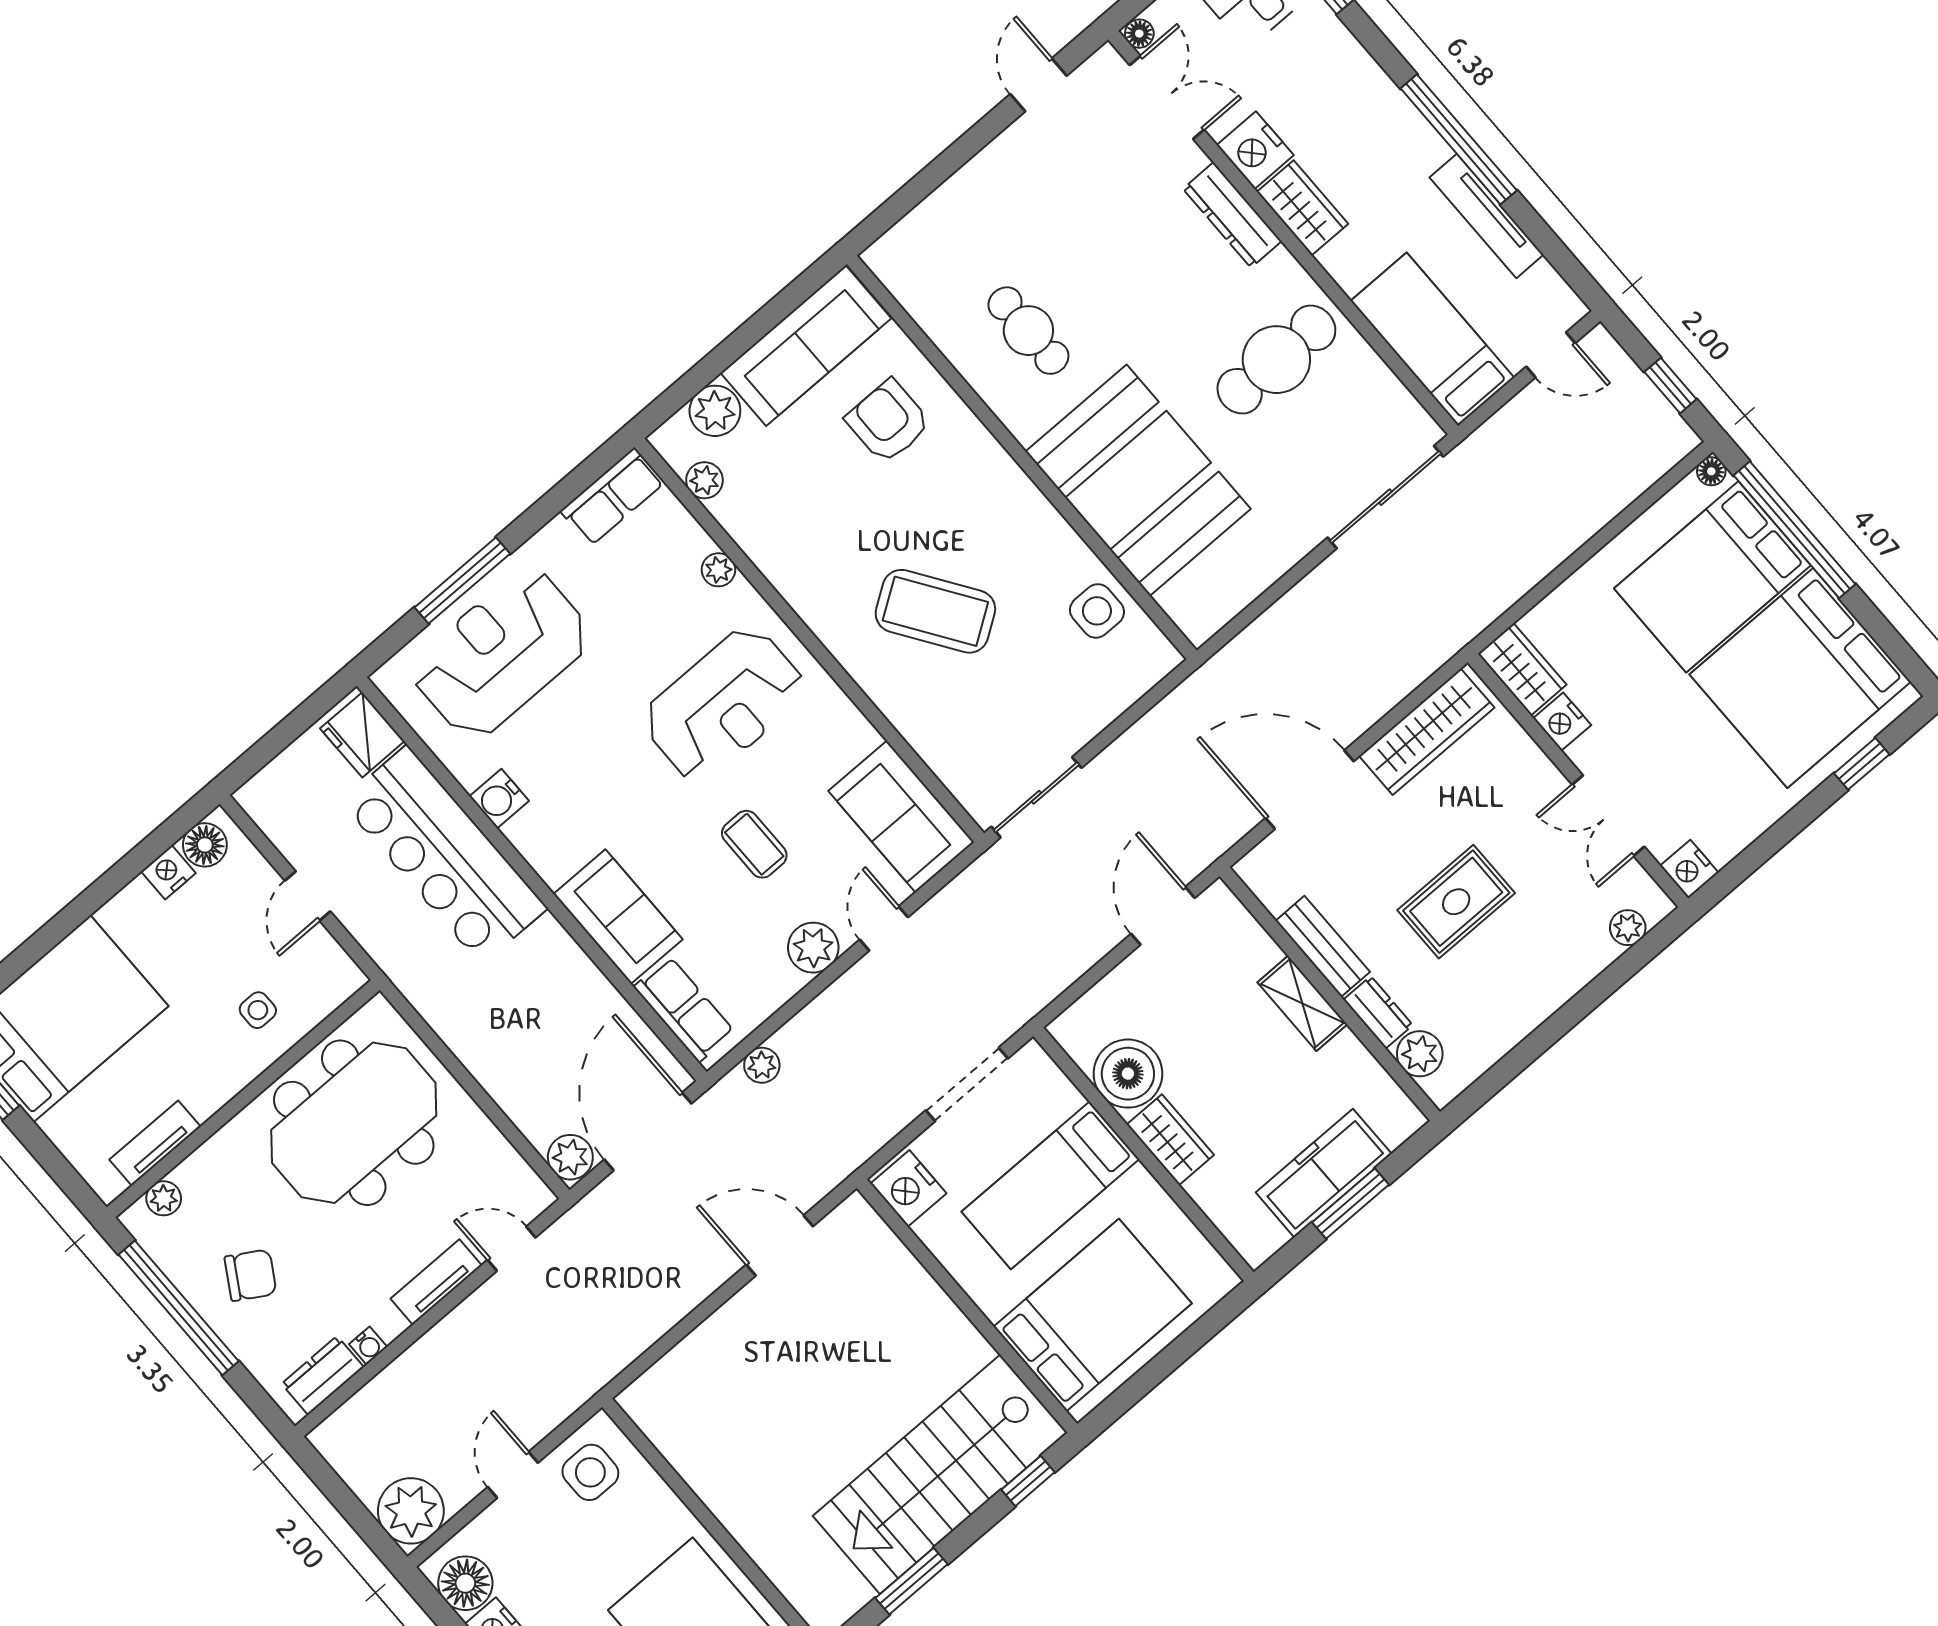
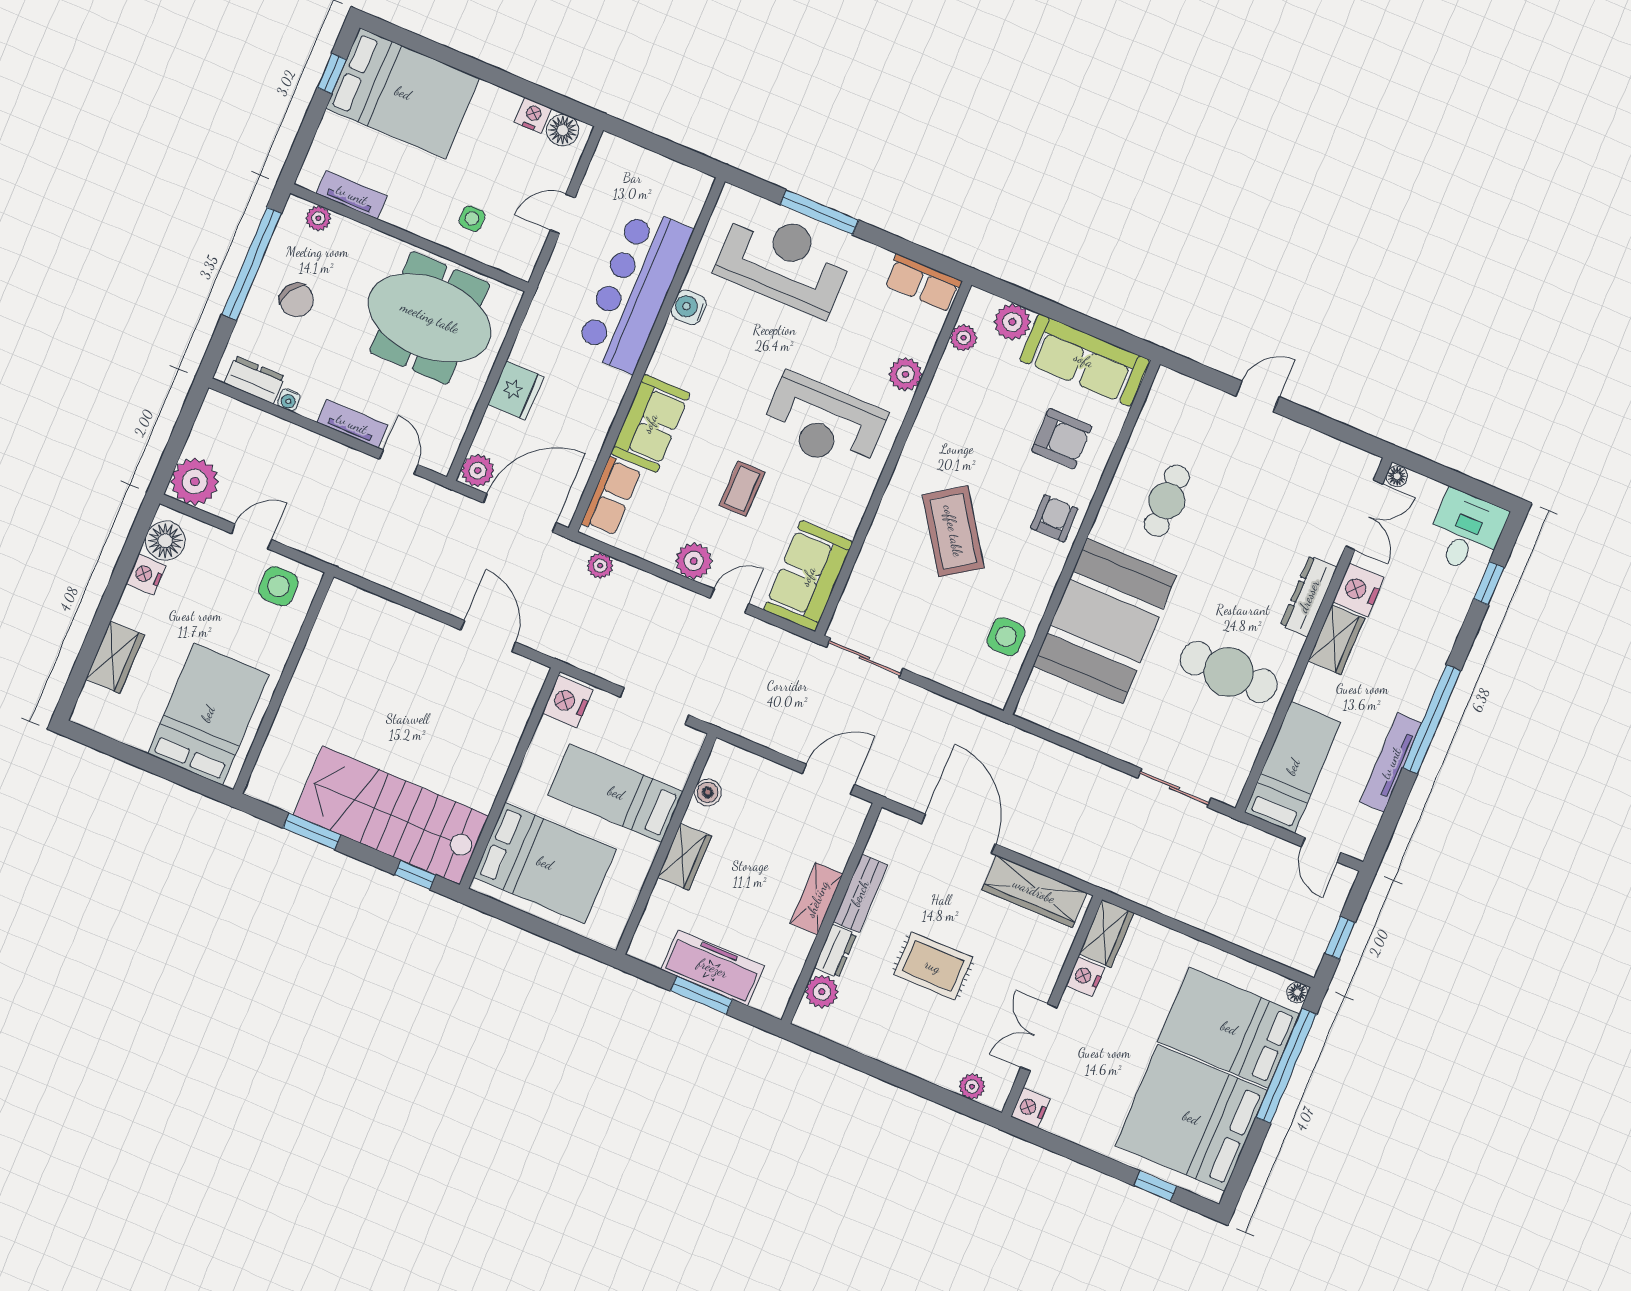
door: (1039, 85) -> (1258, 397), moved
armchair: (888, 421) -> (1062, 439), turned 90
armchair: (981, 479) -> (1054, 518), added
sliding door: (1385, 497) -> (1174, 788), width x0.73
plant: (718, 570) -> (905, 374), width x1.38, depth x1.38
fridge: (362, 735) -> (516, 391), moved, turned 180
boiler: (1128, 1074) -> (708, 792), width x0.54, depth x0.54

